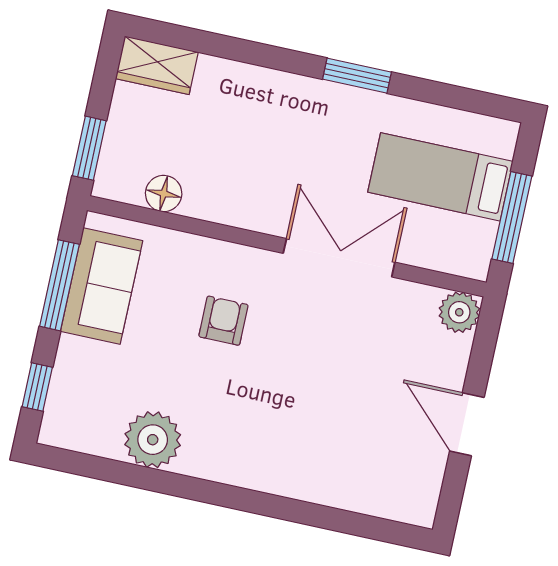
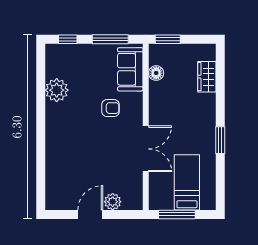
wardrobe: (157, 65) -> (207, 77), moved
sofa: (102, 286) -> (130, 69), moved, turned 90
plant: (459, 312) -> (113, 202), moved

